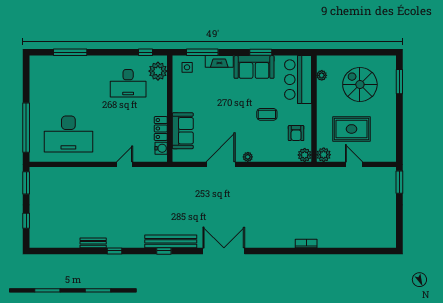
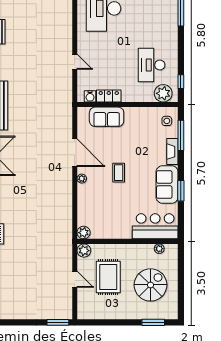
coffee table: (267, 114) -> (119, 173), moved
armchair: (296, 133) -> (104, 224), removed
door: (354, 164) -> (75, 279), hinge flipped

